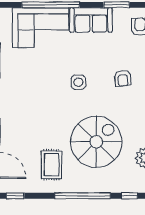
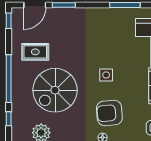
armchair: (123, 78) -> (109, 113), width x1.88, depth x1.88
spiral stairs: (96, 142) -> (55, 90), turned 90

